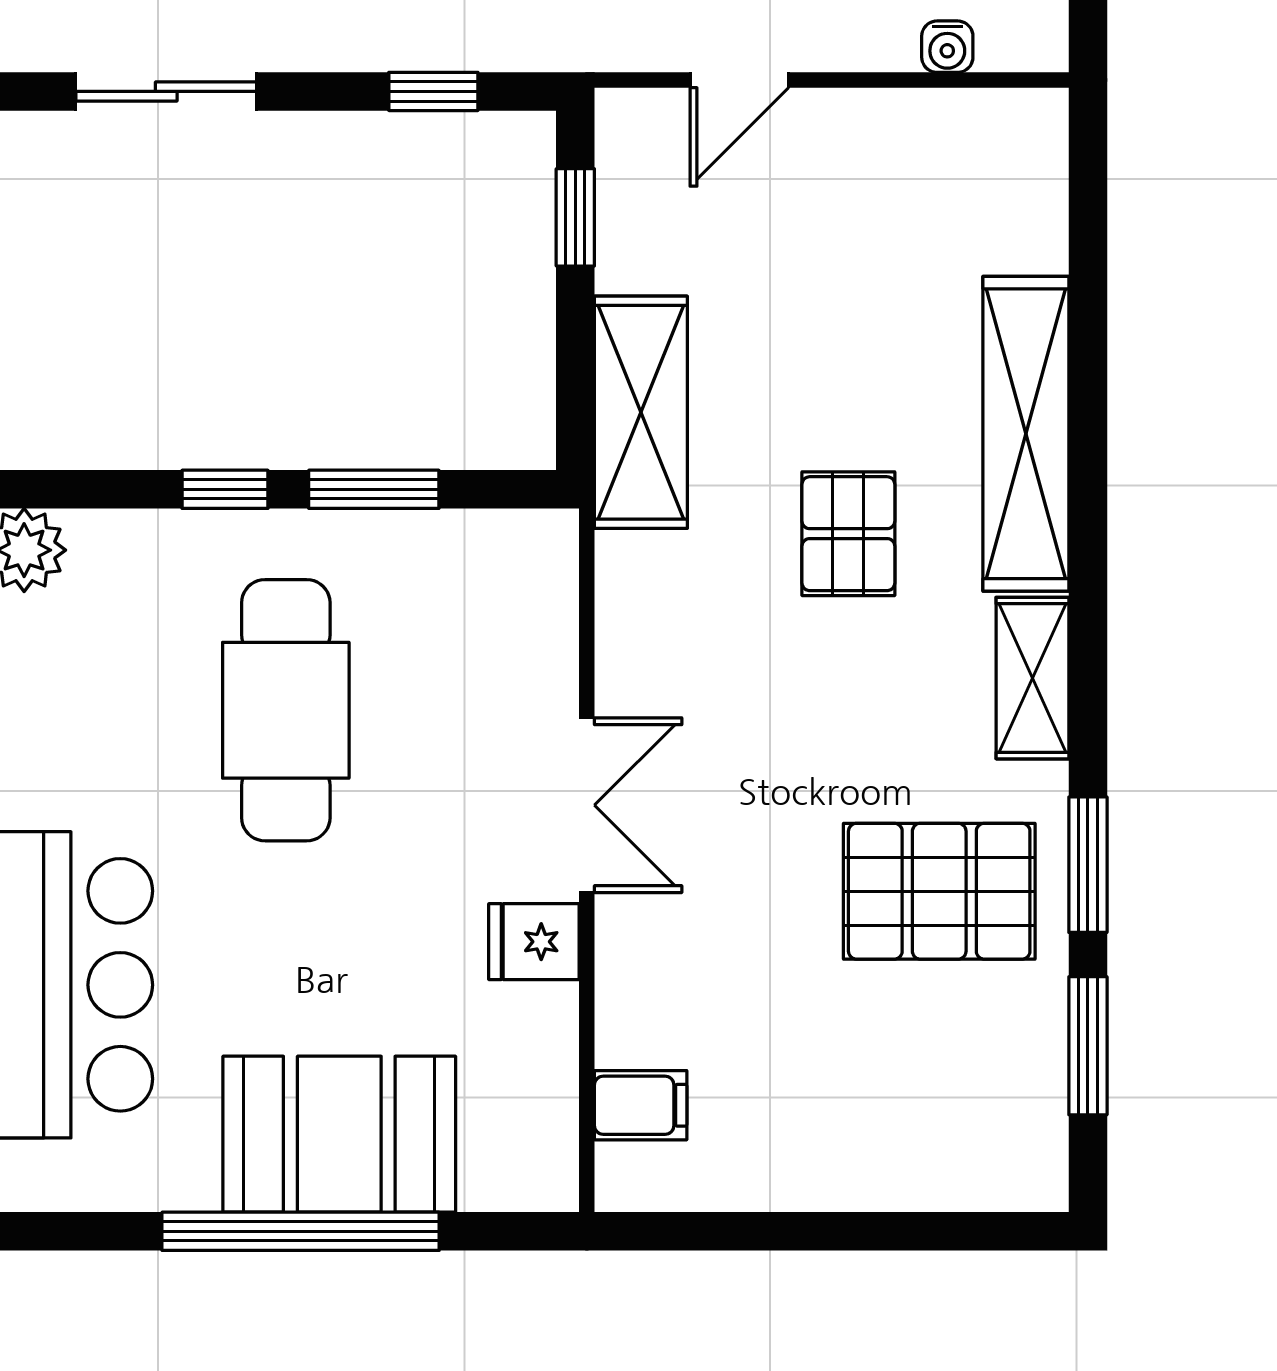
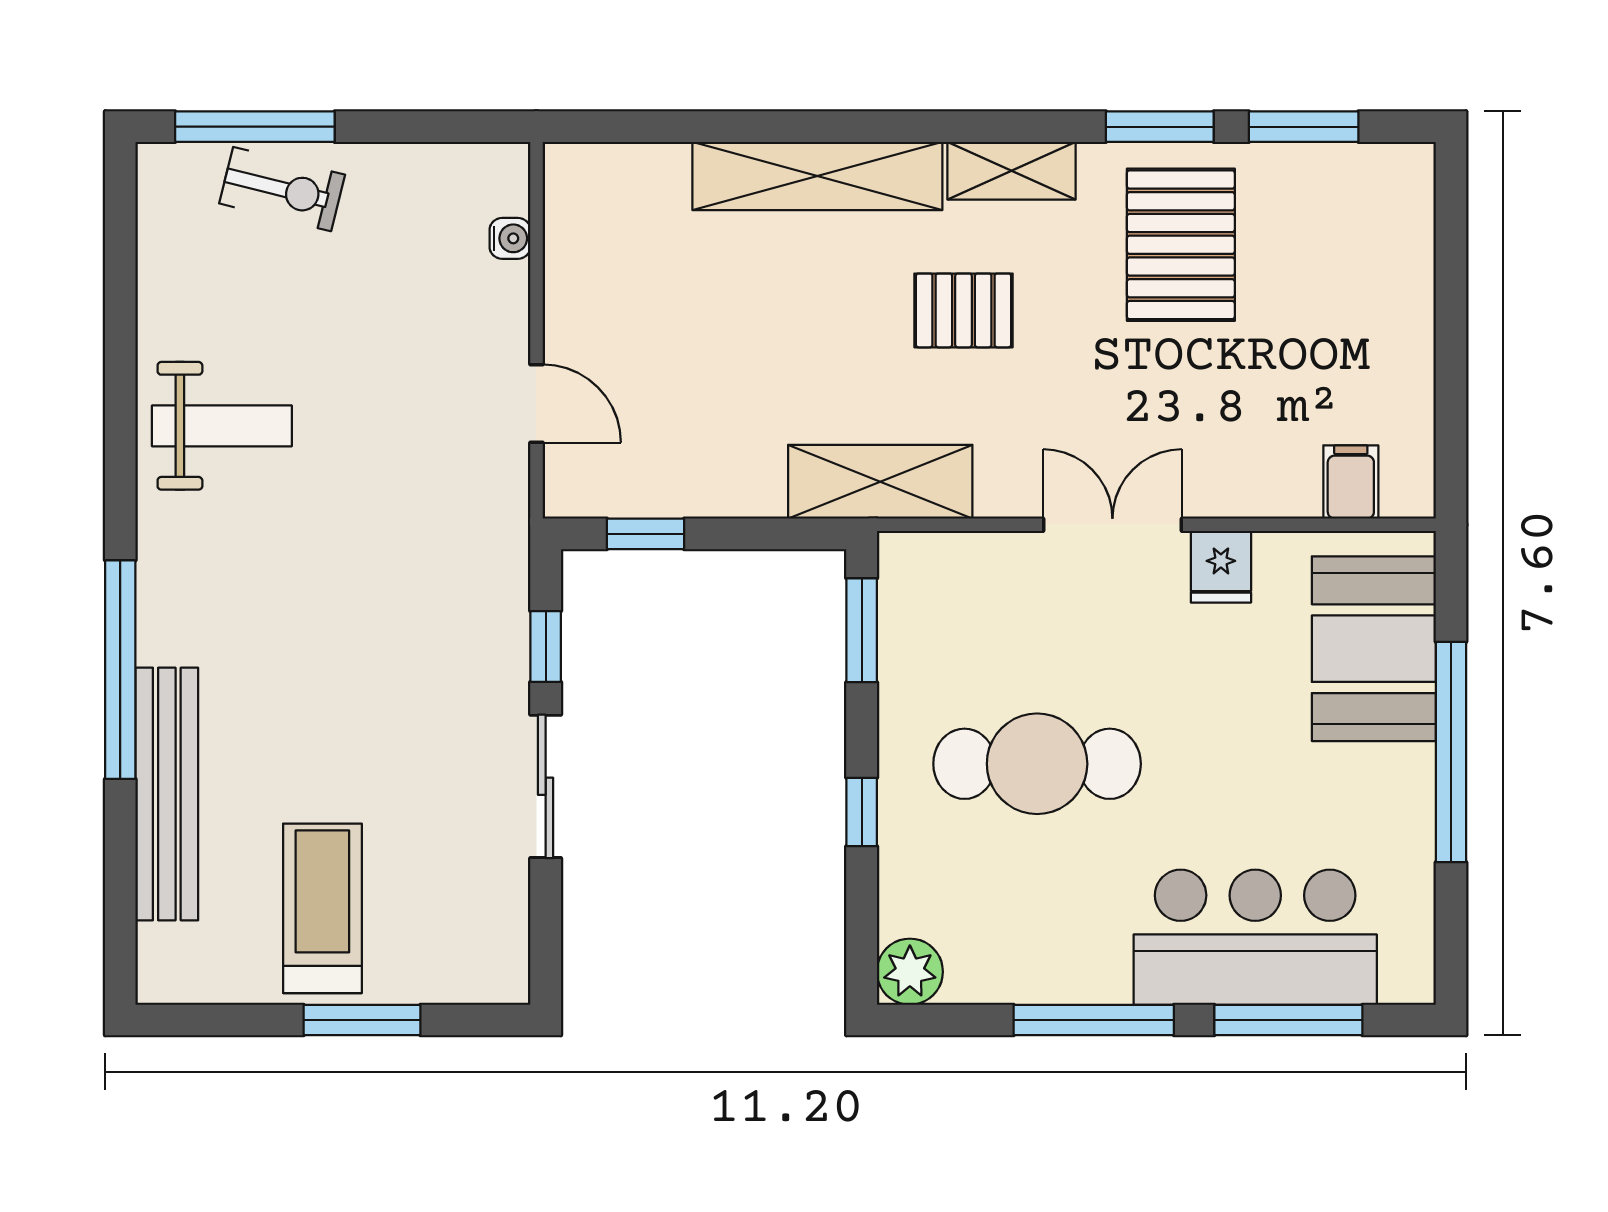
sliding door: (166, 91) -> (546, 786), moved
shelving: (641, 412) -> (880, 482), moved
window: (374, 489) -> (862, 630), moved
pallet: (848, 534) -> (964, 310), moved
booth: (339, 1134) -> (1374, 649), moved

